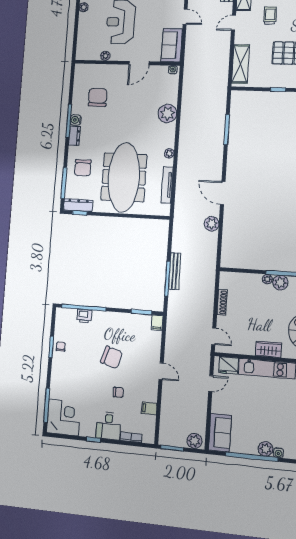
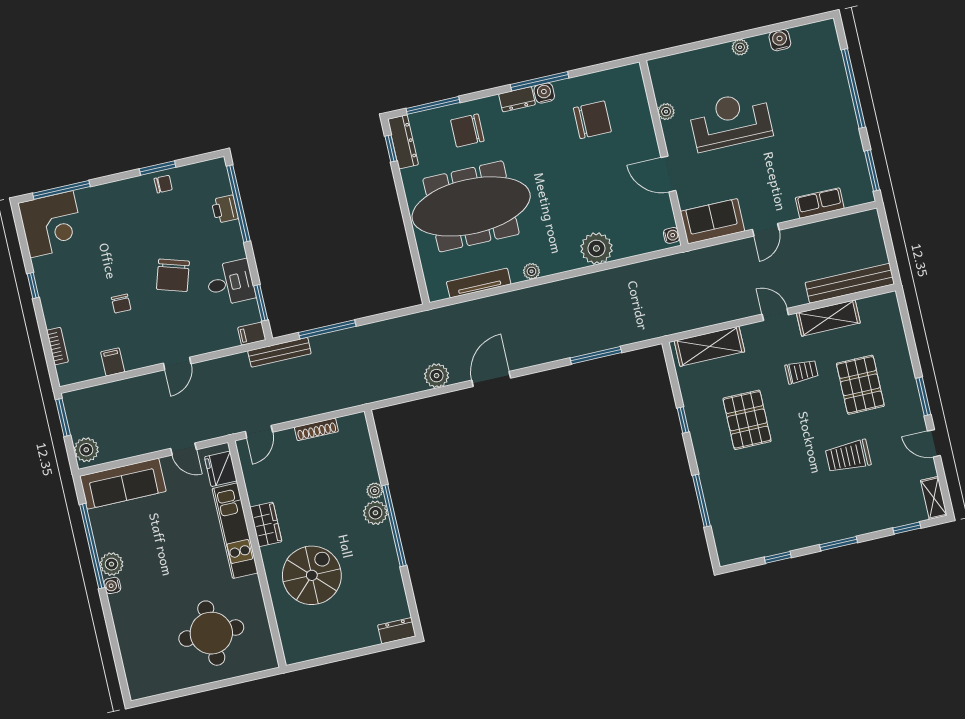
bench: (175, 271) -> (279, 352), moved
desk: (109, 426) -> (230, 283), moved, turned 180
sofa: (220, 433) -> (123, 484), width x1.36

